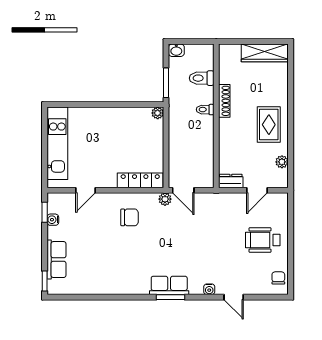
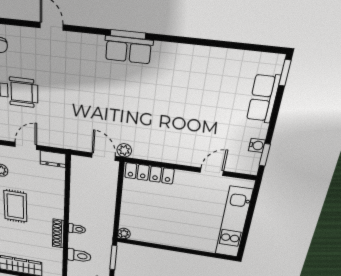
chair: (130, 217) -> (166, 136), removed
water cooler: (209, 289) -> (80, 40), removed

